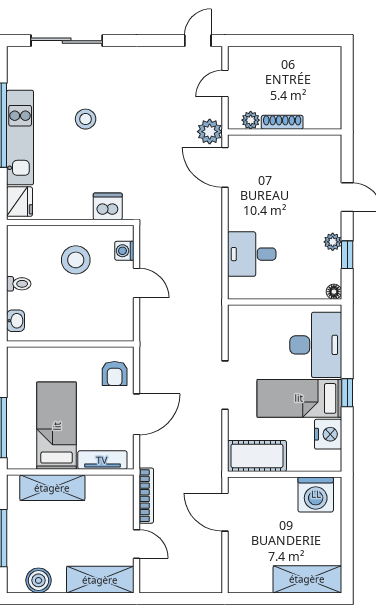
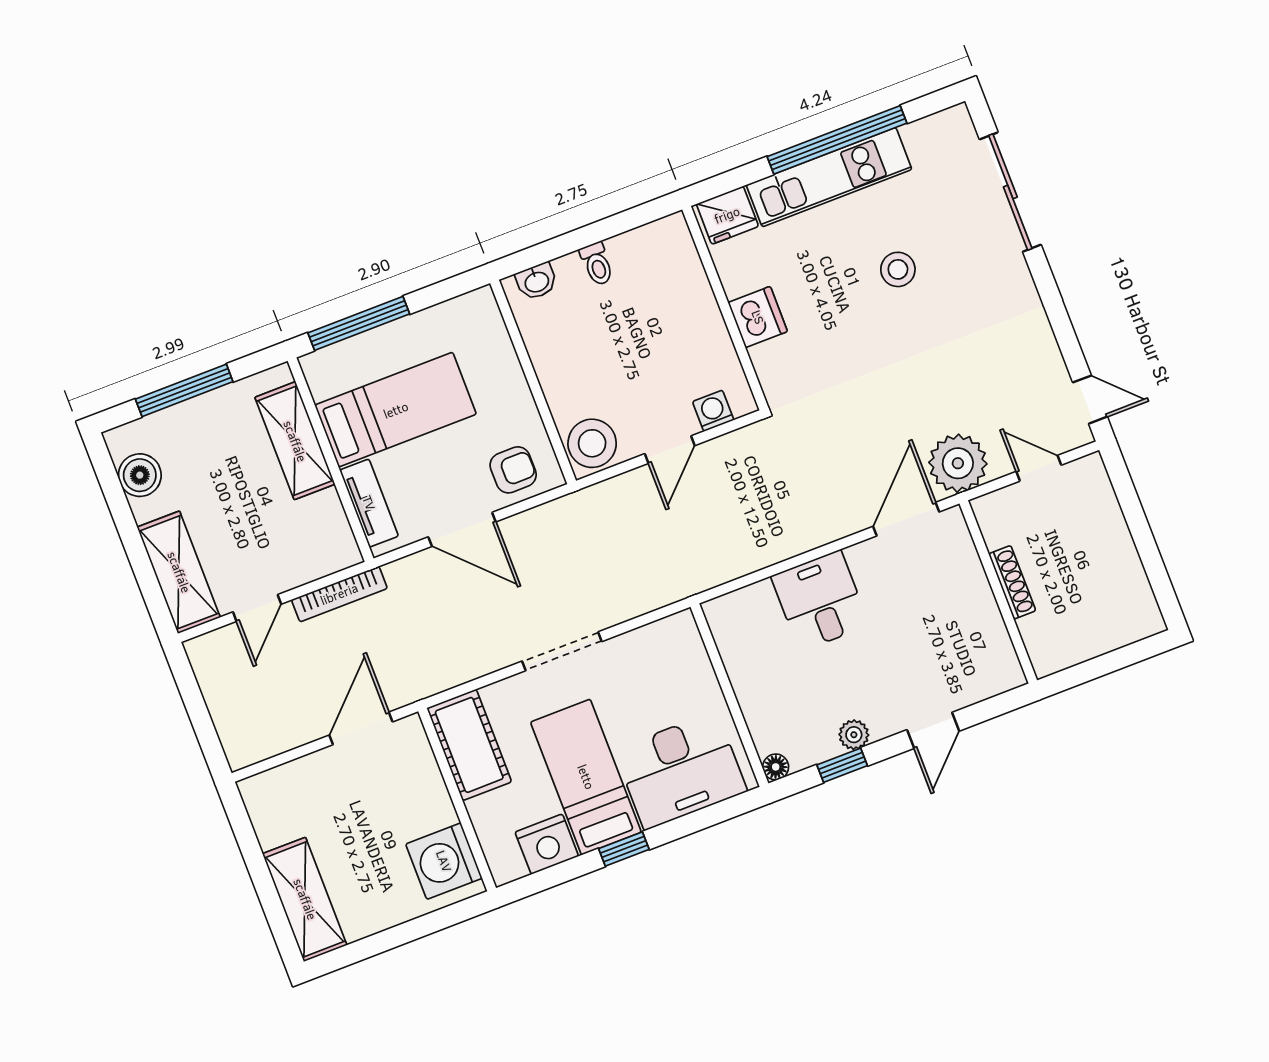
plant: (251, 120) -> (996, 531), removed
plant: (210, 132) -> (958, 463), width x1.36, depth x1.36
dishwasher: (108, 206) -> (758, 317), moved
desk: (252, 254) -> (820, 601), moved
stool: (76, 260) -> (592, 443), moved
armchair: (115, 374) -> (513, 470), turned 180

